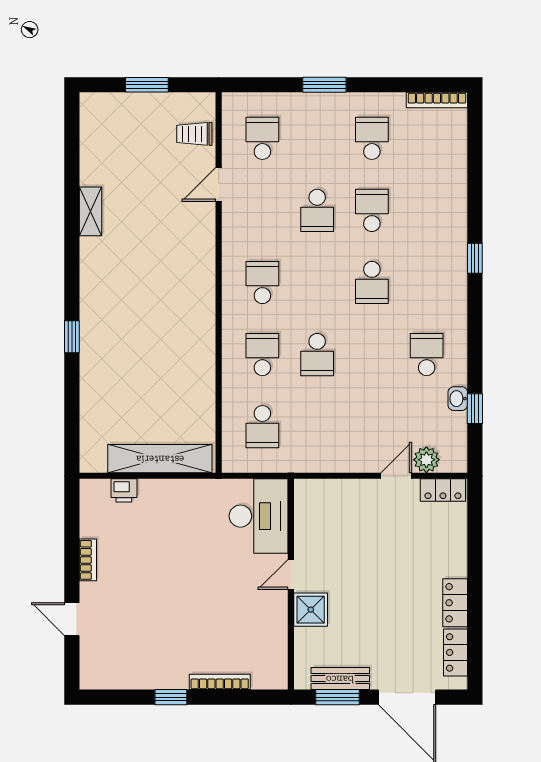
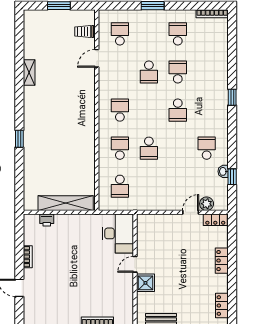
locker: (455, 603) -> (222, 261), moved

